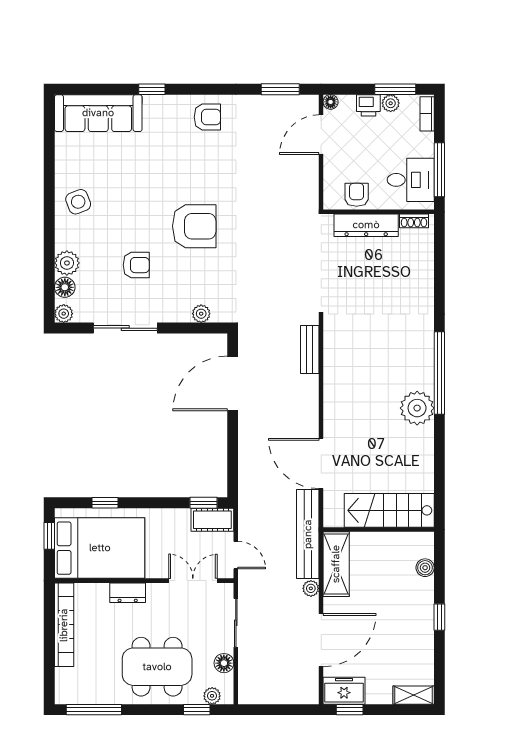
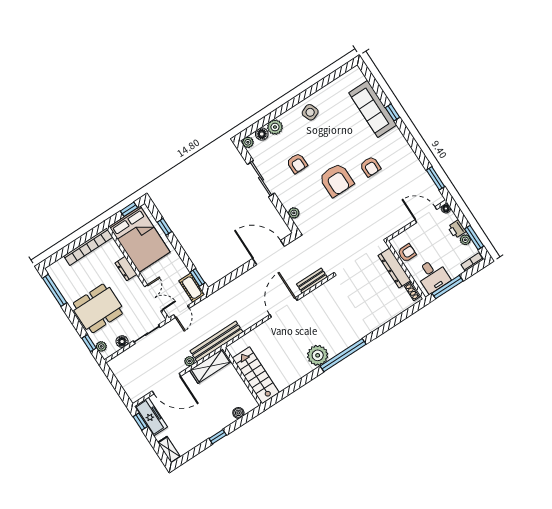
sofa: (98, 113) -> (373, 109), moved
armchair: (207, 117) -> (370, 167), moved
door: (321, 464) -> (283, 307), moved
dining table: (157, 667) -> (98, 308), turned 90
freezer: (344, 691) -> (151, 417), width x1.40

